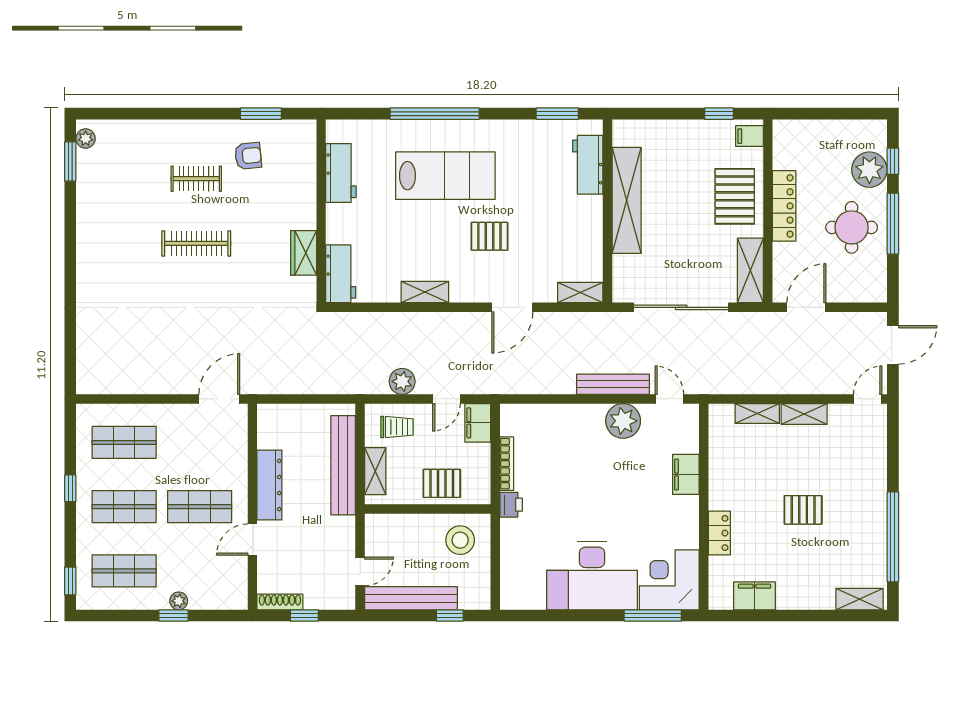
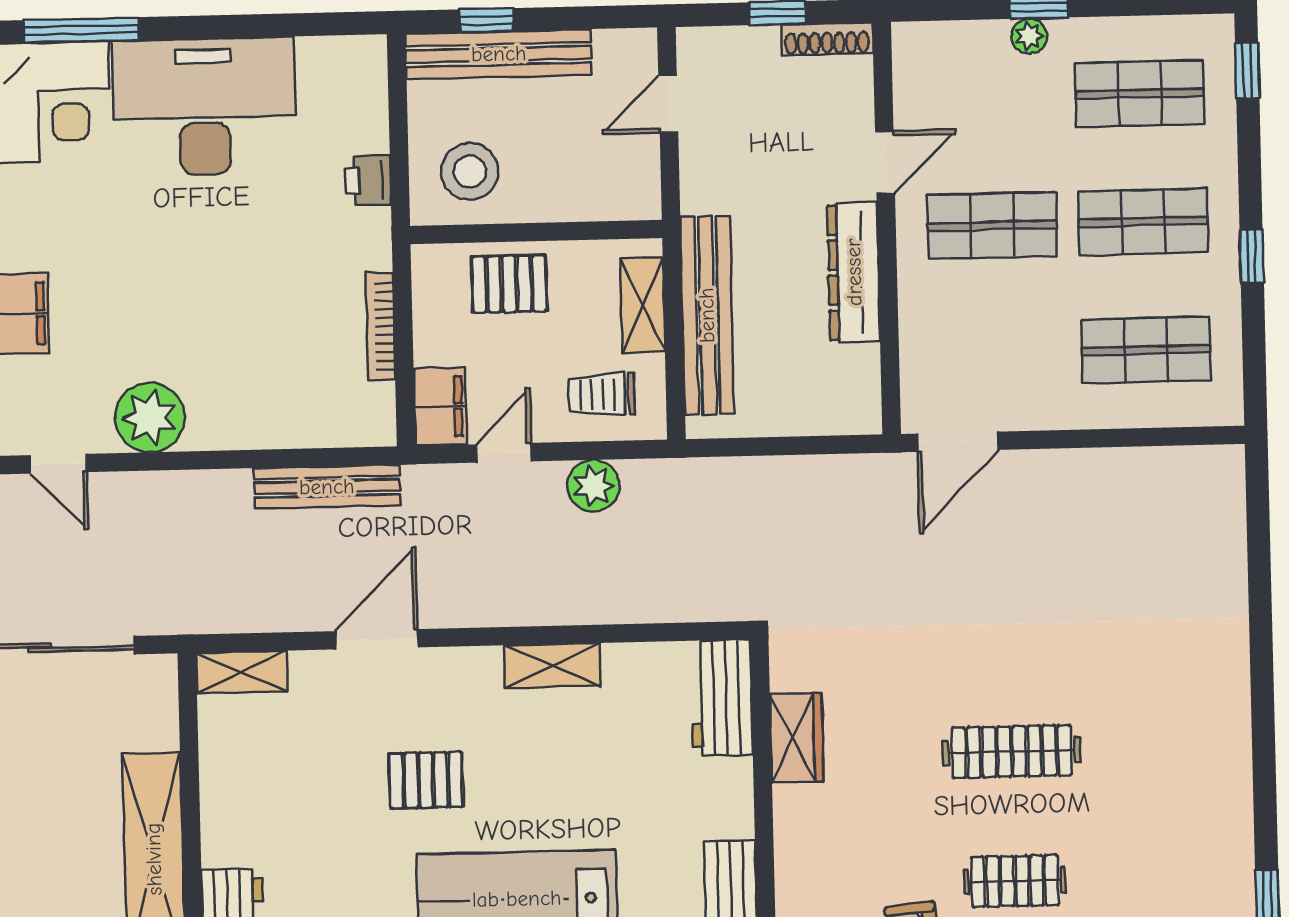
bench: (613, 384) -> (327, 487), moved
printer: (511, 505) -> (368, 180), moved
bench: (411, 598) -> (499, 54), moved

